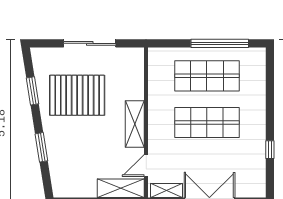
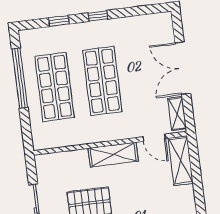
window: (270, 88) -> (59, 21), added
window: (270, 150) -> (98, 16), moved

